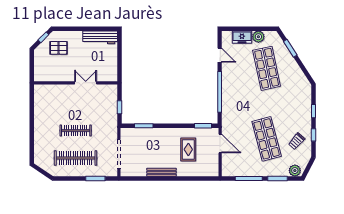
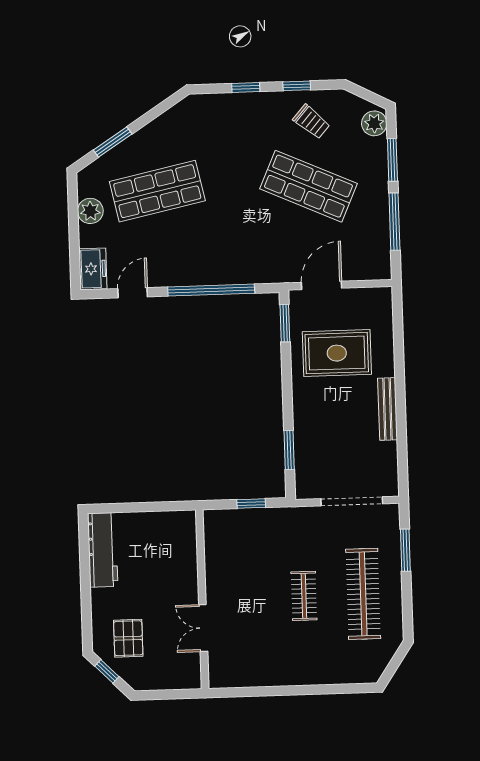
freezer: (242, 37) -> (93, 269), moved
double door: (86, 83) -> (203, 628), moved
clothes rail: (76, 130) -> (304, 596), width x0.73
shop shelf: (267, 139) -> (308, 186), turned 39
rug: (188, 149) -> (337, 353), width x1.36, depth x1.43

